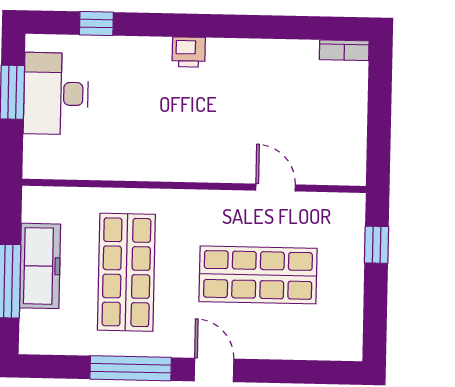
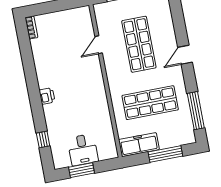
desk: (56, 94) -> (83, 150), width x0.73
freezer: (40, 266) -> (139, 145), moved
window: (131, 368) -> (196, 111), moved

